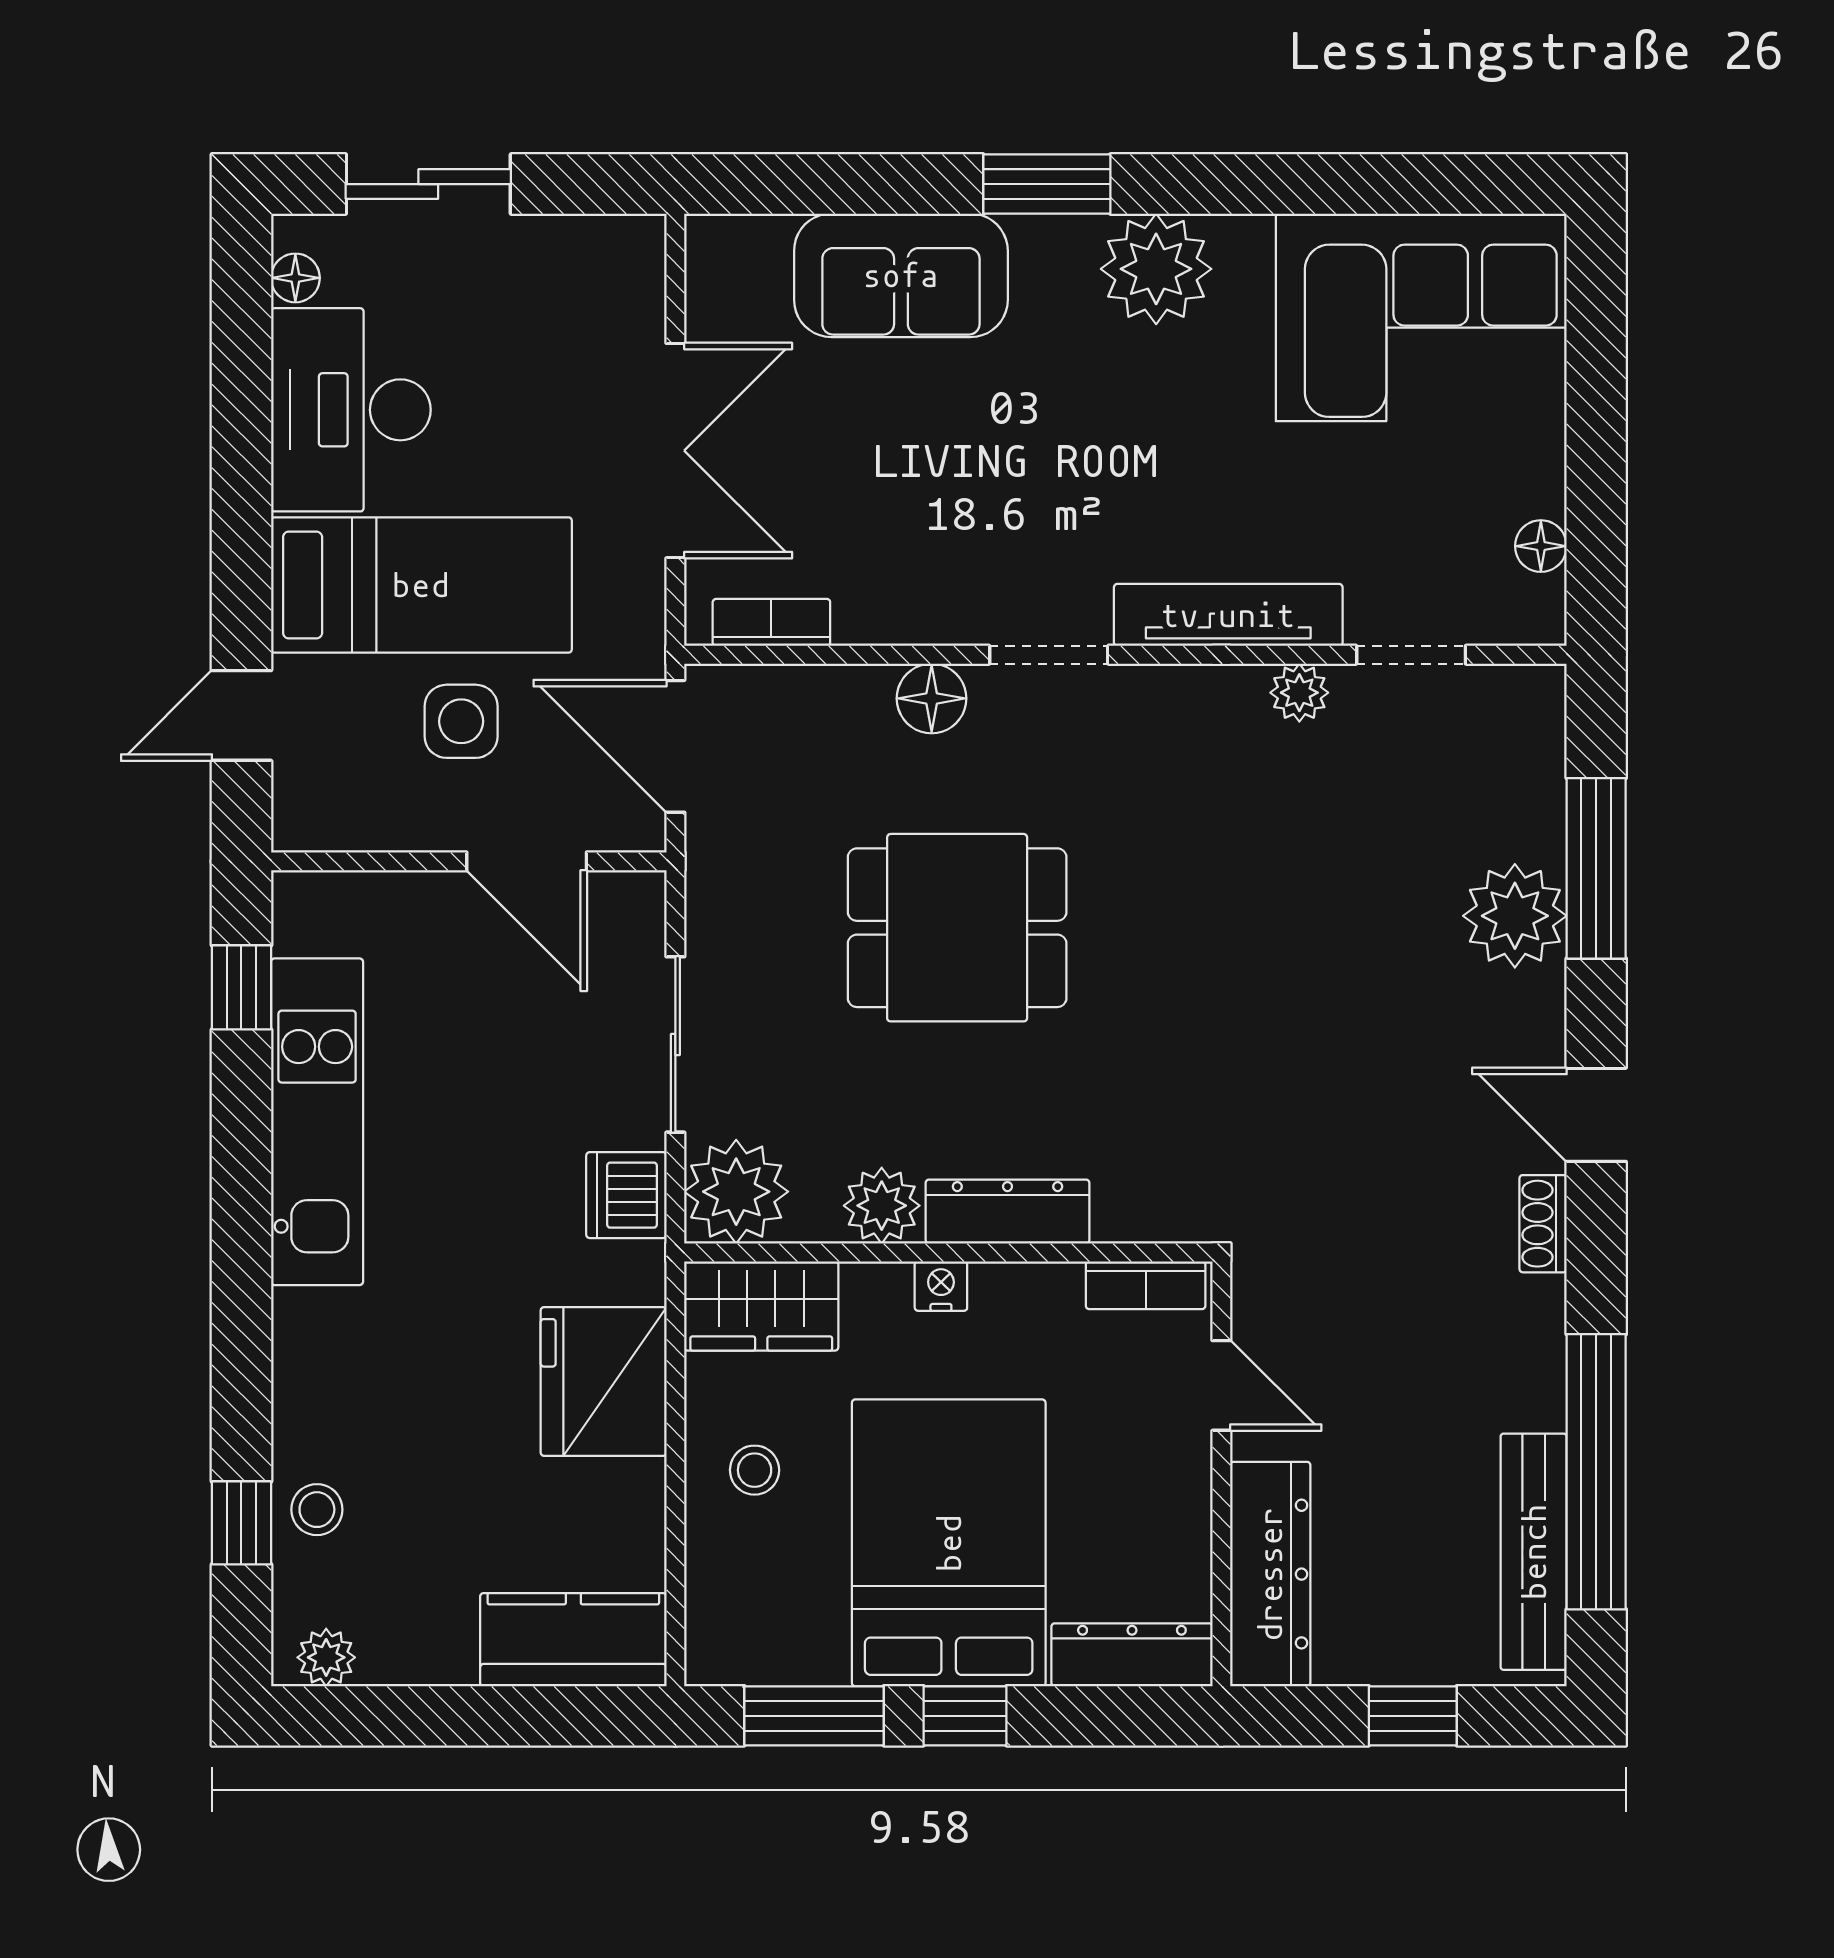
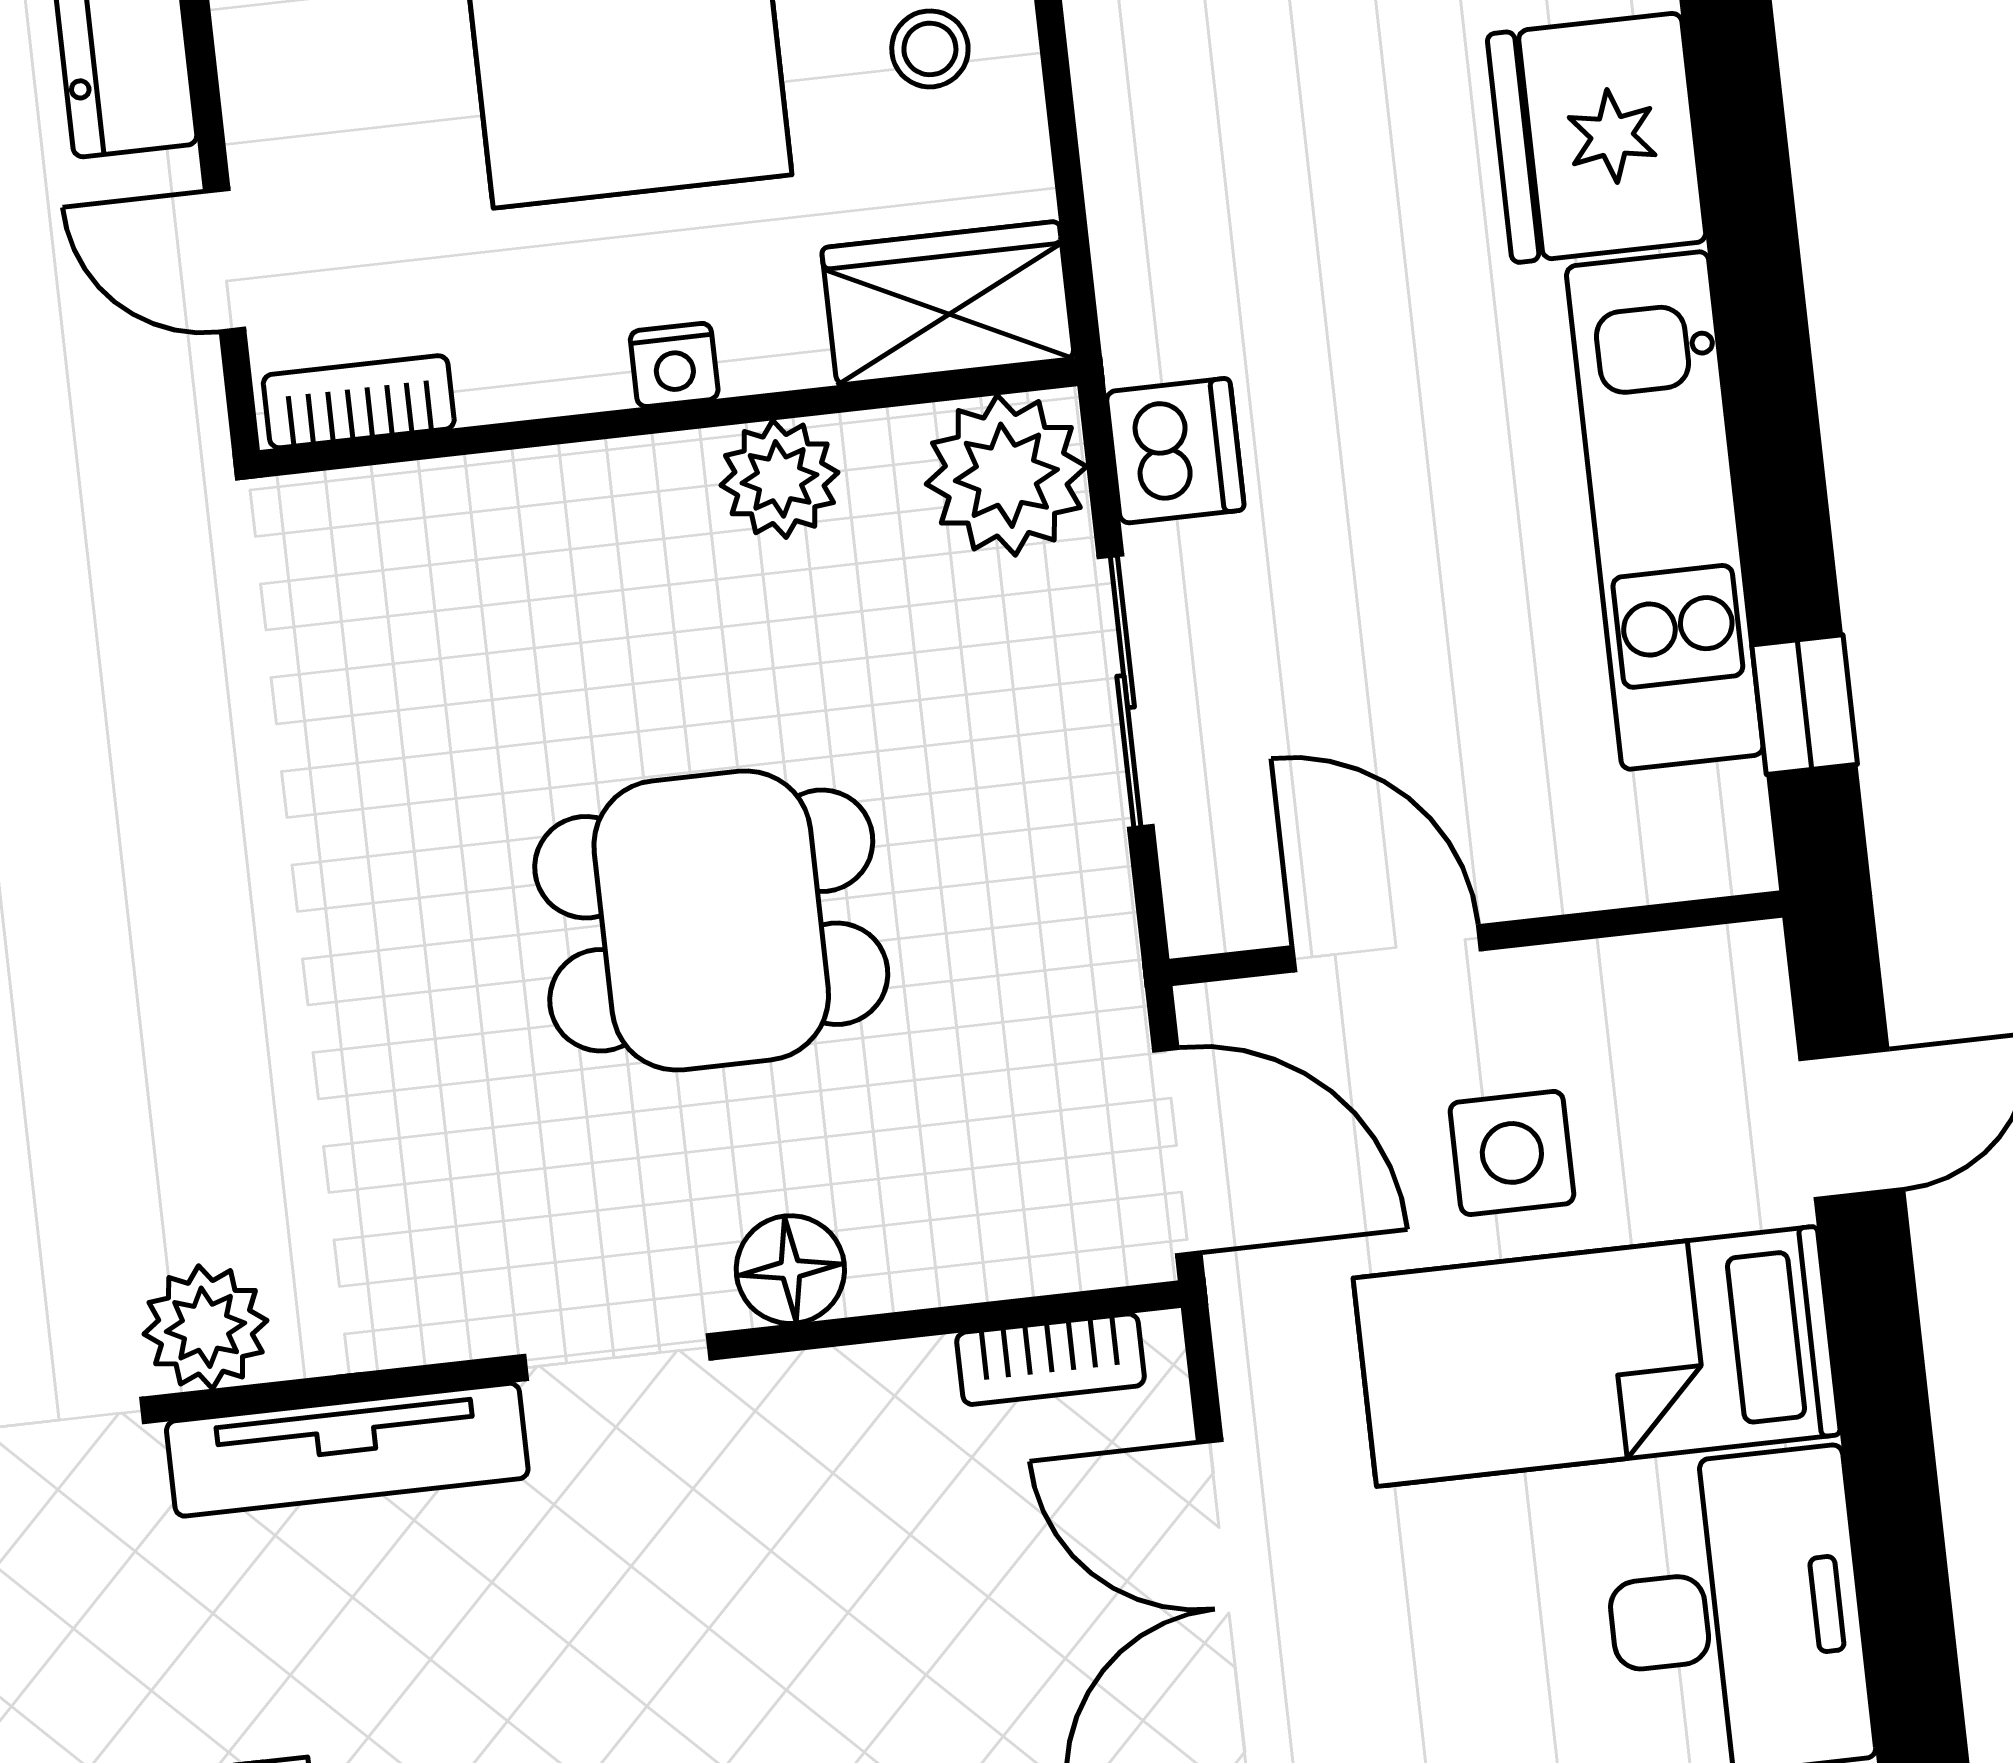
plant: (1299, 693) -> (206, 1327), width x1.38, depth x1.38
dresser: (1007, 1212) -> (584, 491), removed
fridge: (604, 1381) -> (1597, 138), moved, turned 180

